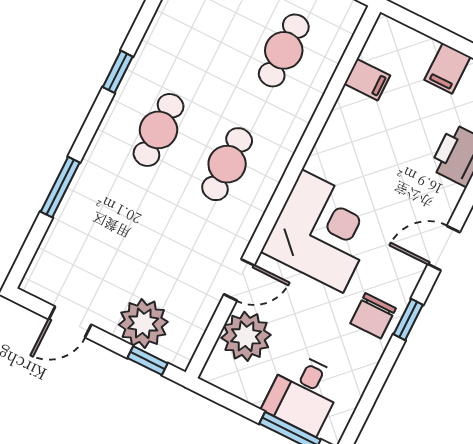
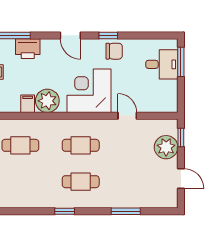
filing cabinet: (367, 80) -> (28, 104), moved
plant: (246, 336) -> (47, 101), moved

